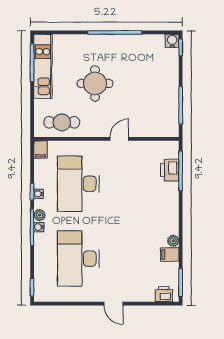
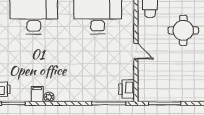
printer: (170, 170) -> (127, 89), moved, turned -90

